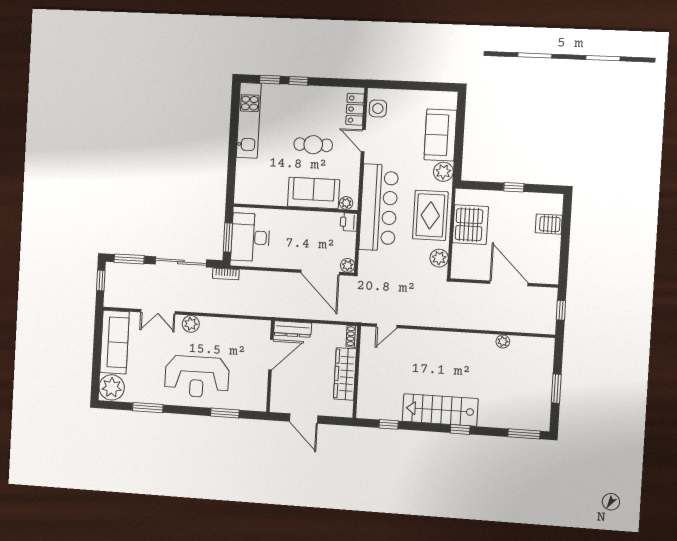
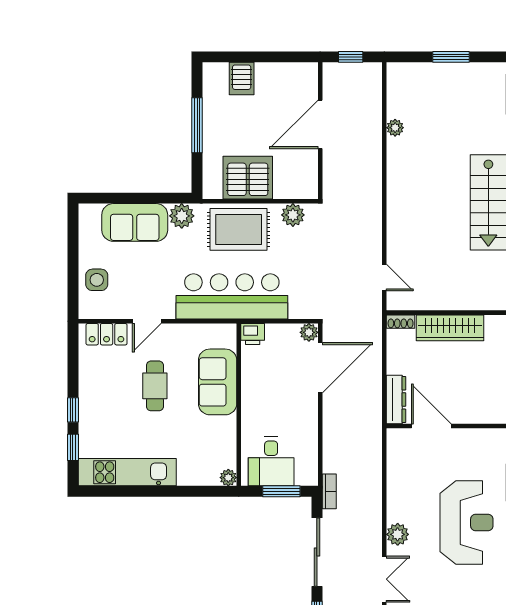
side table: (378, 108) -> (97, 280), moved
window: (514, 187) -> (197, 125), width x2.17
plant: (346, 203) -> (228, 478), moved
desk: (250, 237) -> (271, 461), width x0.73

